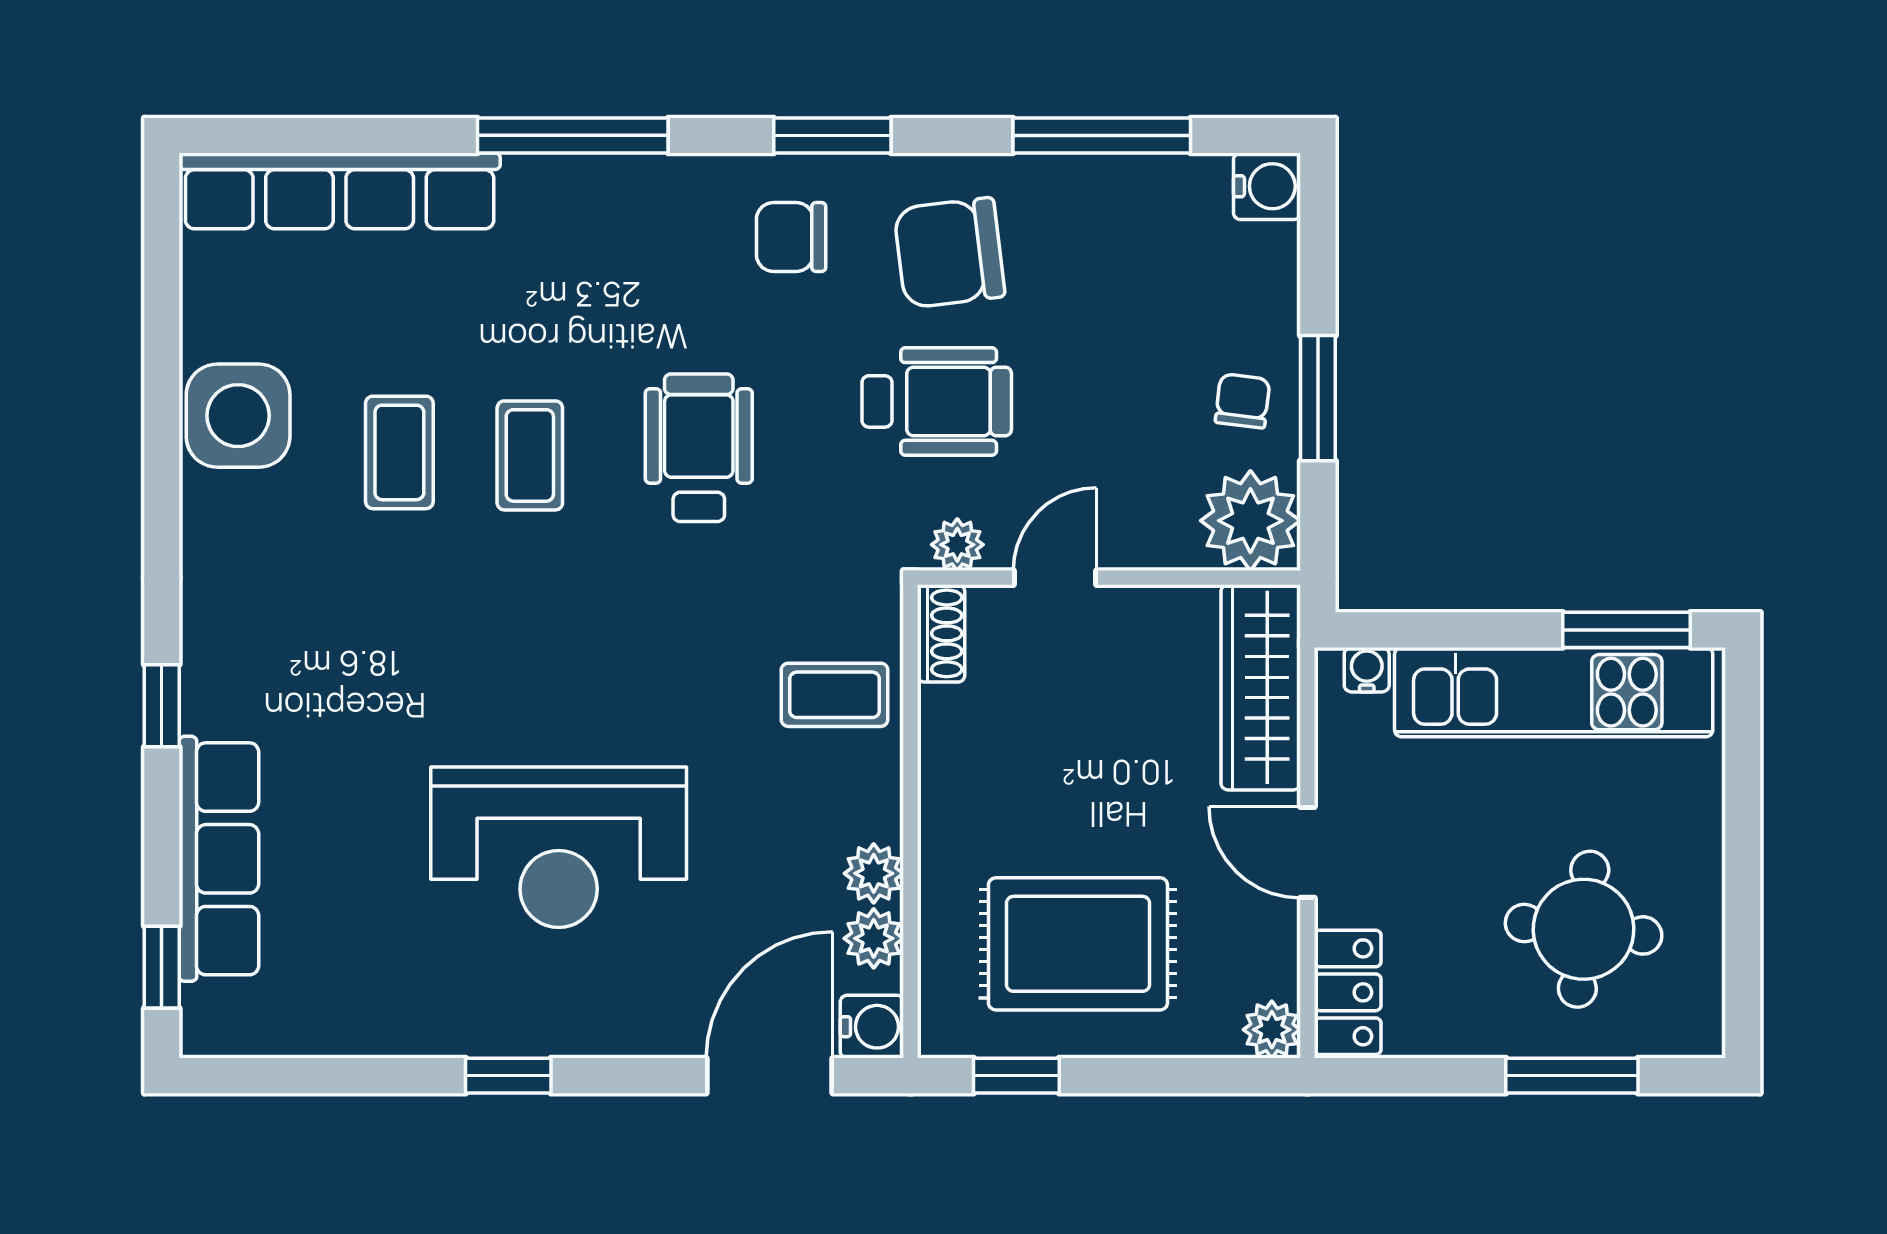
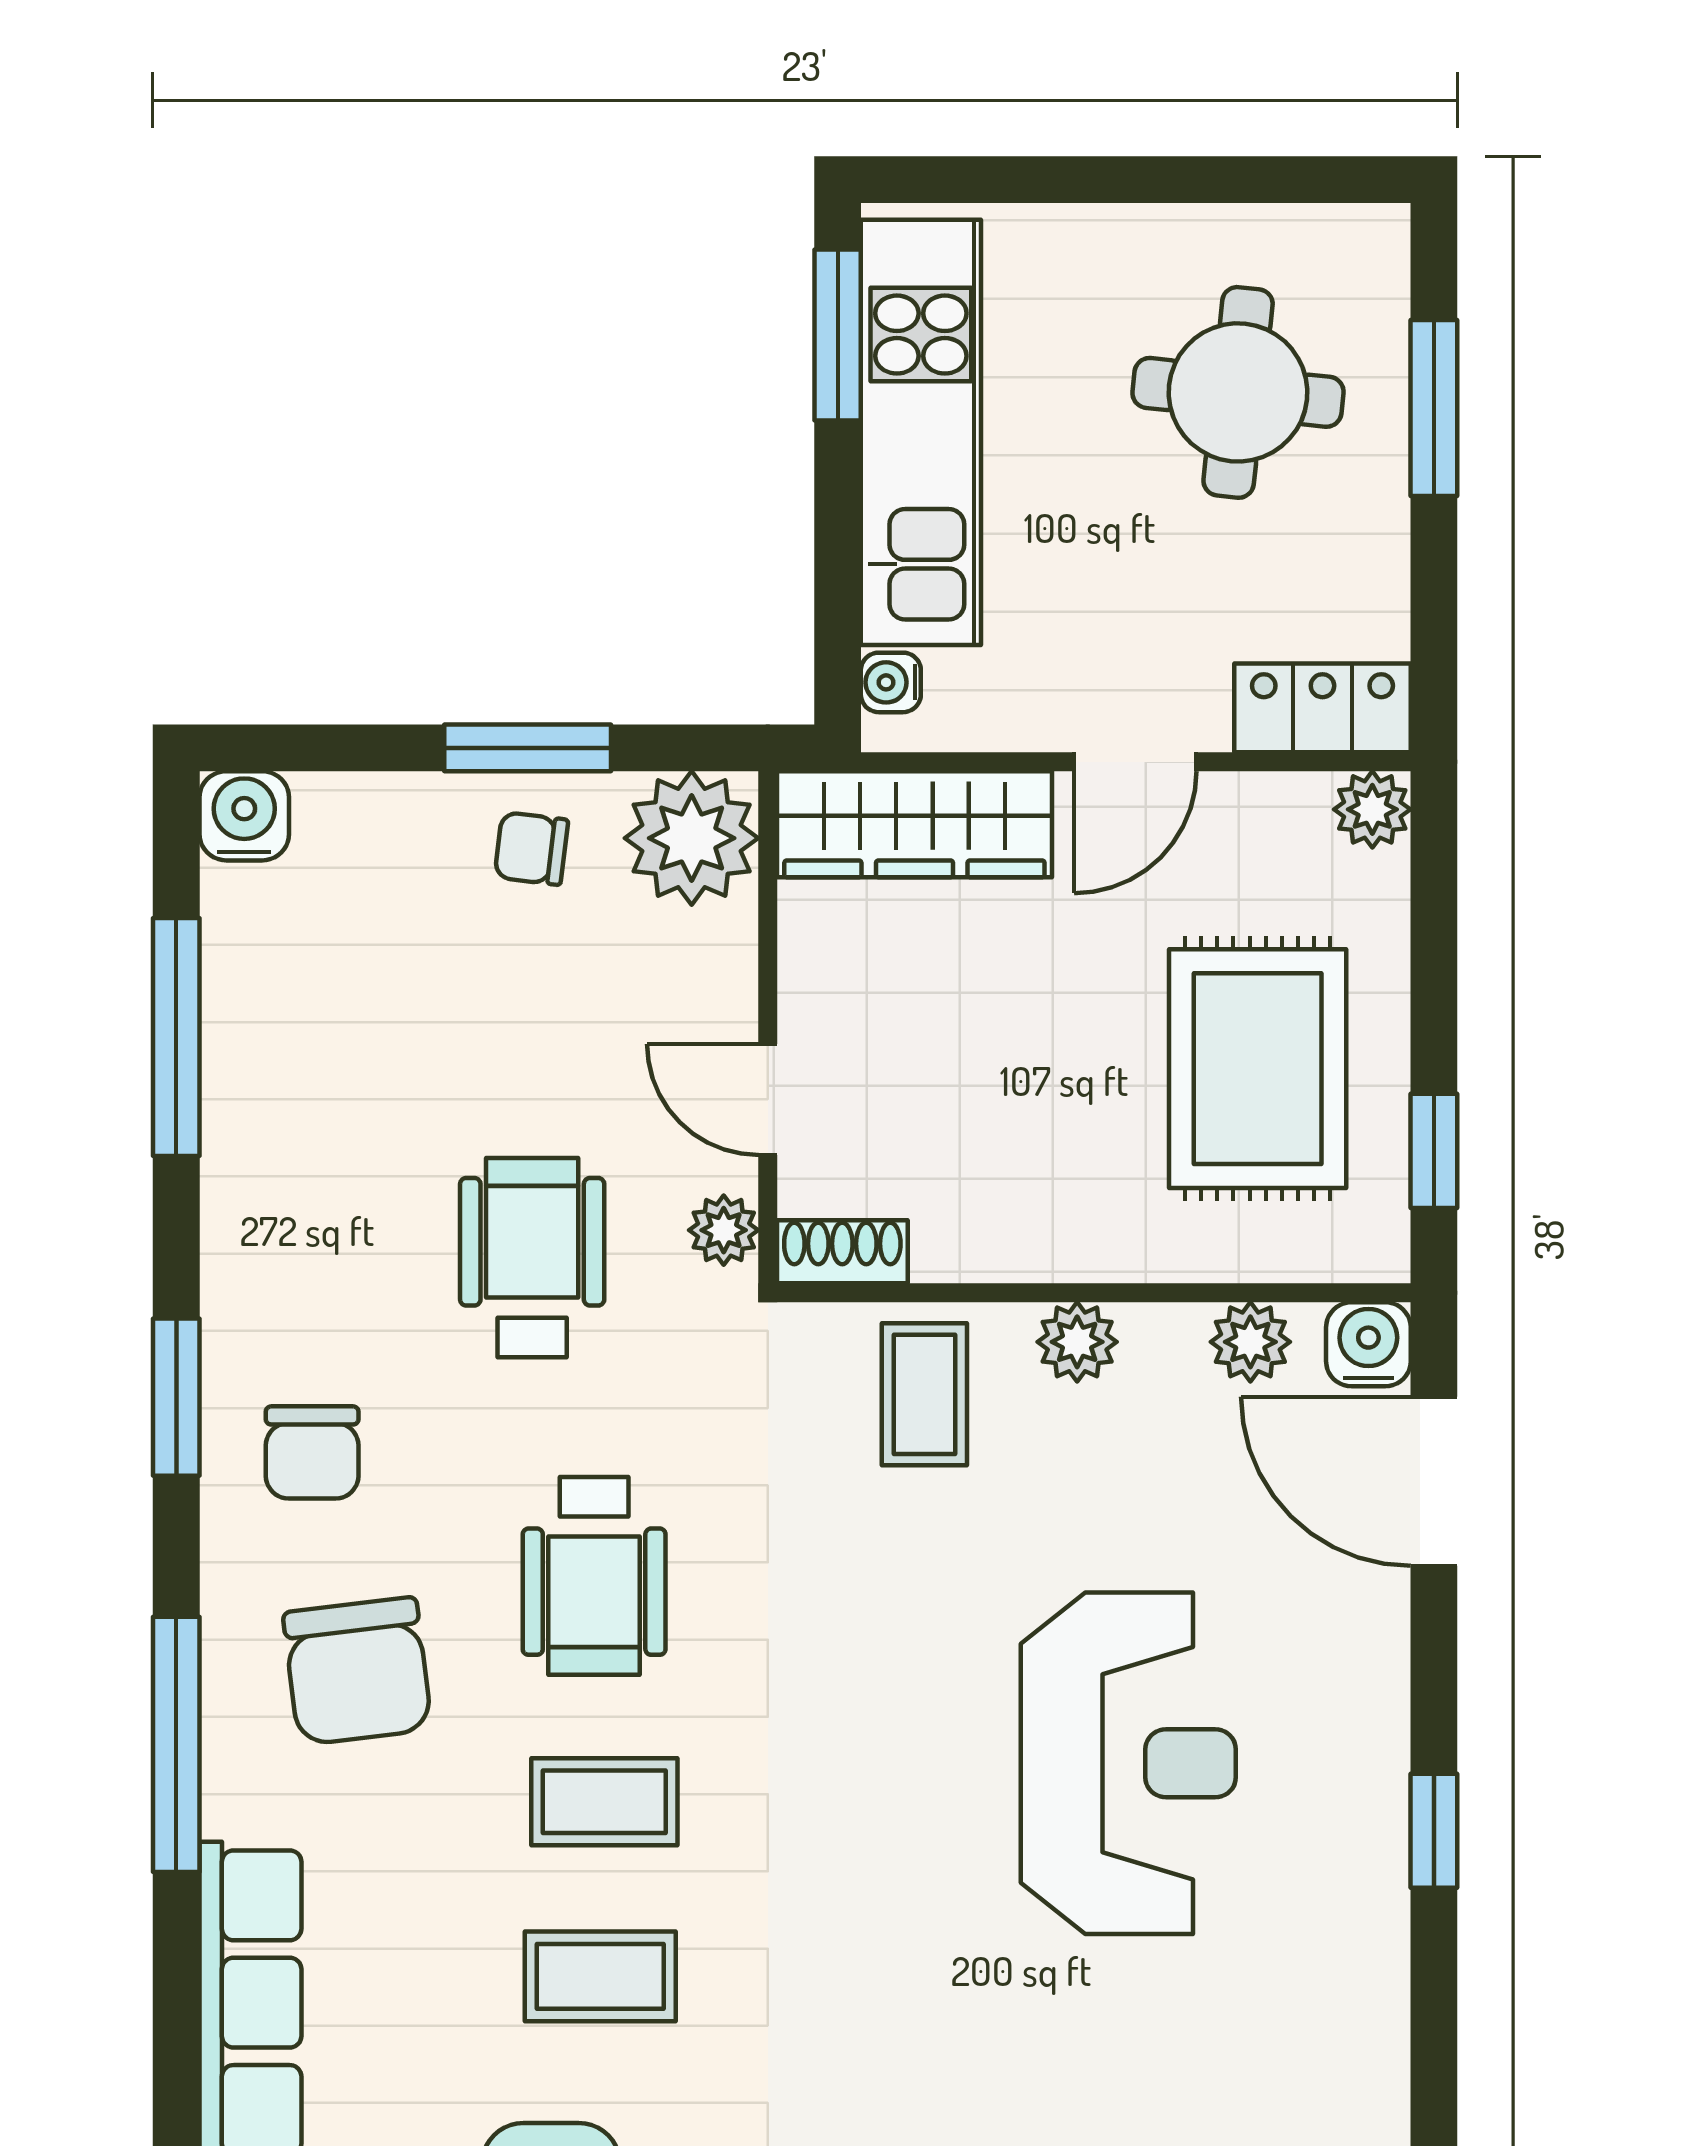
chair: (949, 253) -> (357, 1671), moved
wheelchair: (699, 448) -> (594, 1576), turned -90
plant: (874, 873) -> (1077, 1342), moved

